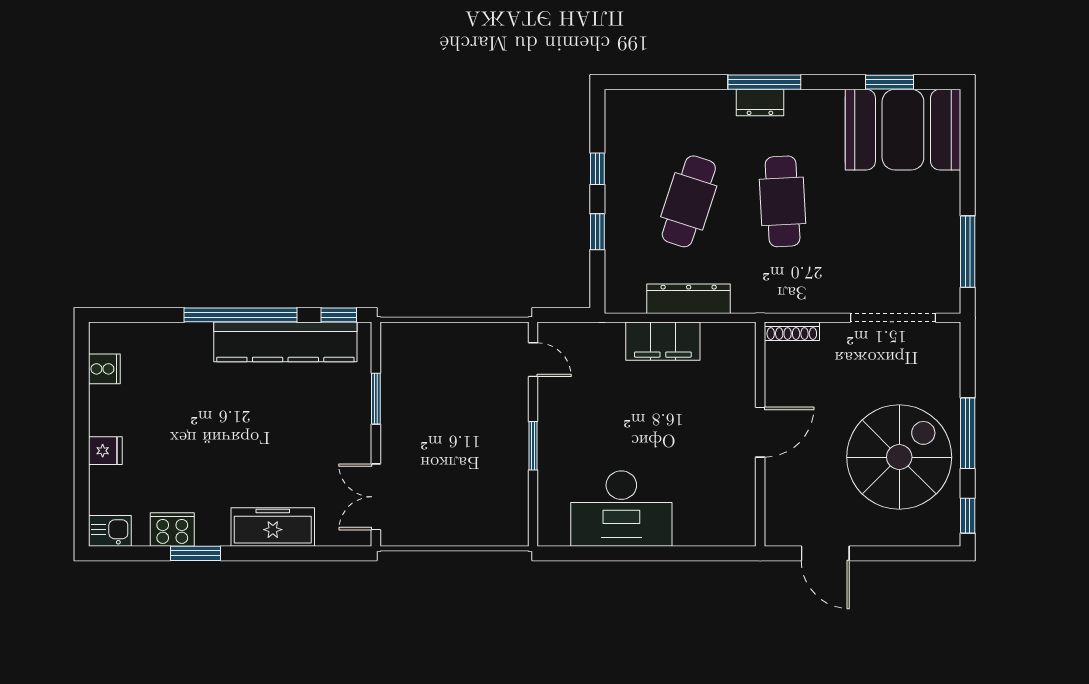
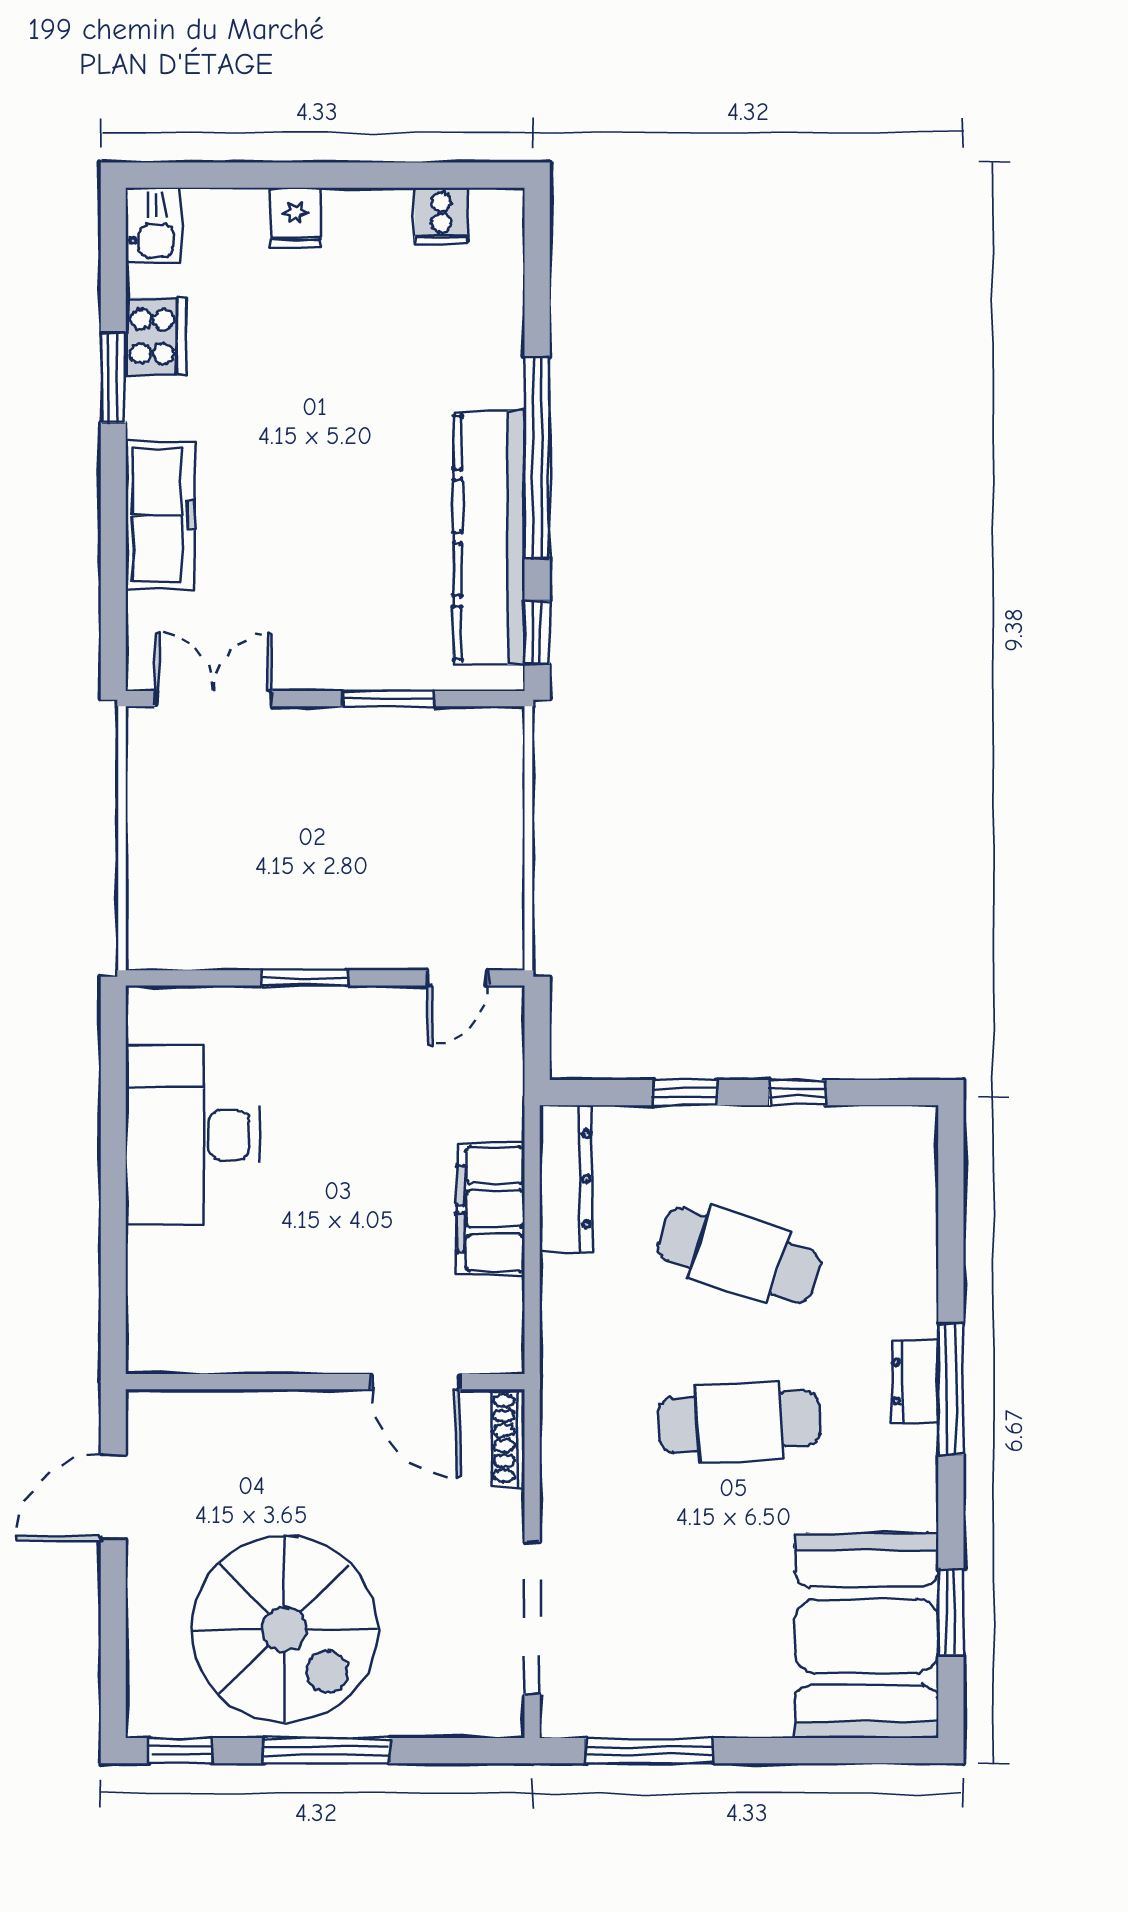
dresser: (689, 299) -> (566, 1179), moved
door: (760, 432) -> (416, 1382), moved

